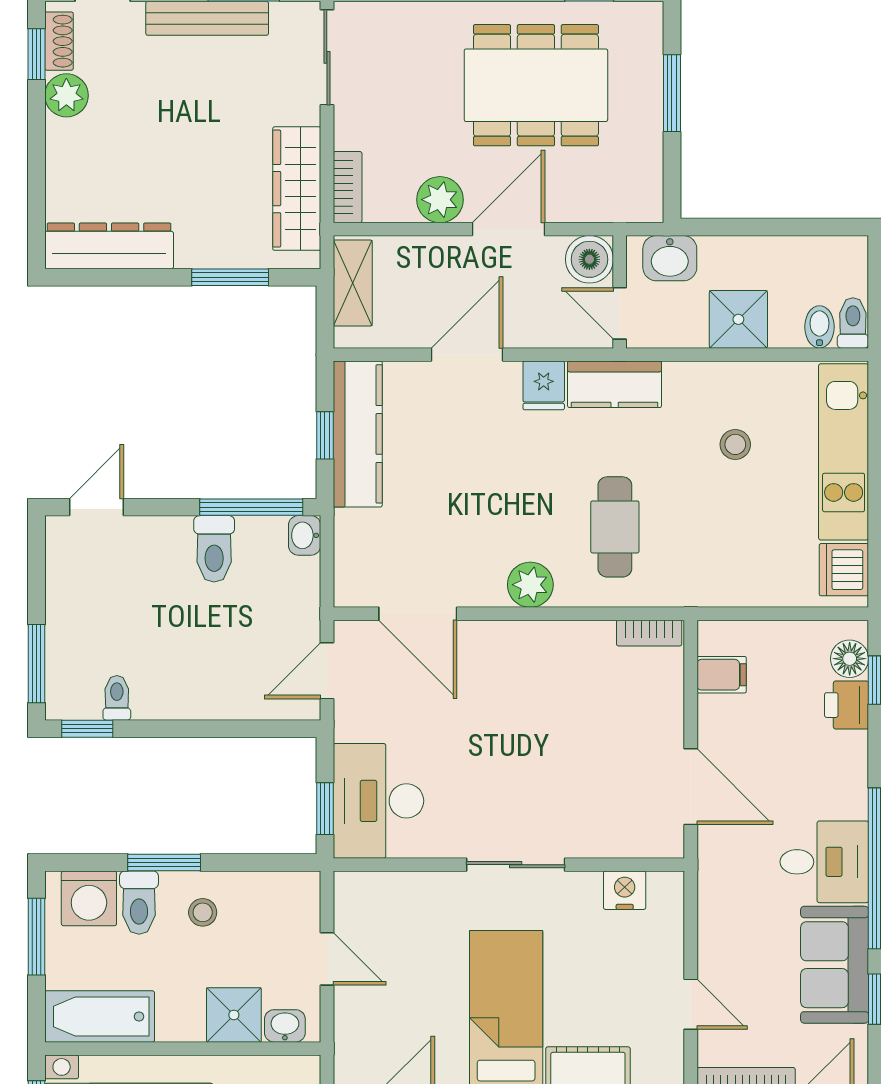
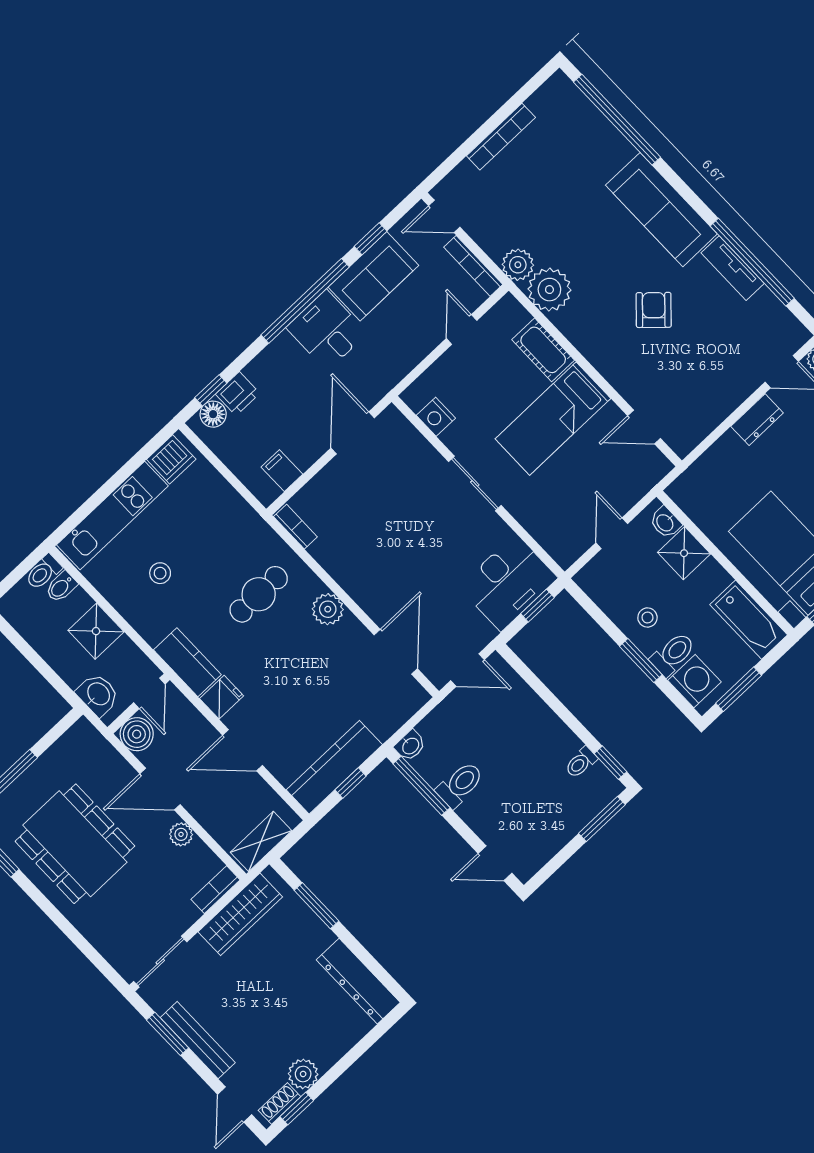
plant: (440, 200) -> (181, 834), width x0.73, depth x0.73

